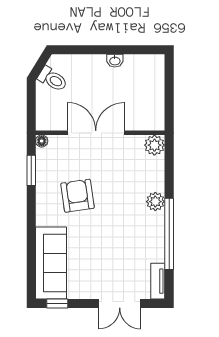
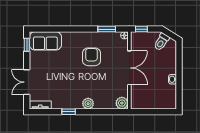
window: (31, 113) -> (141, 29), added
armchair: (77, 196) -> (92, 57), turned -82
window: (169, 234) -> (69, 112), width x0.32
sofa: (51, 263) -> (45, 41), width x0.73

